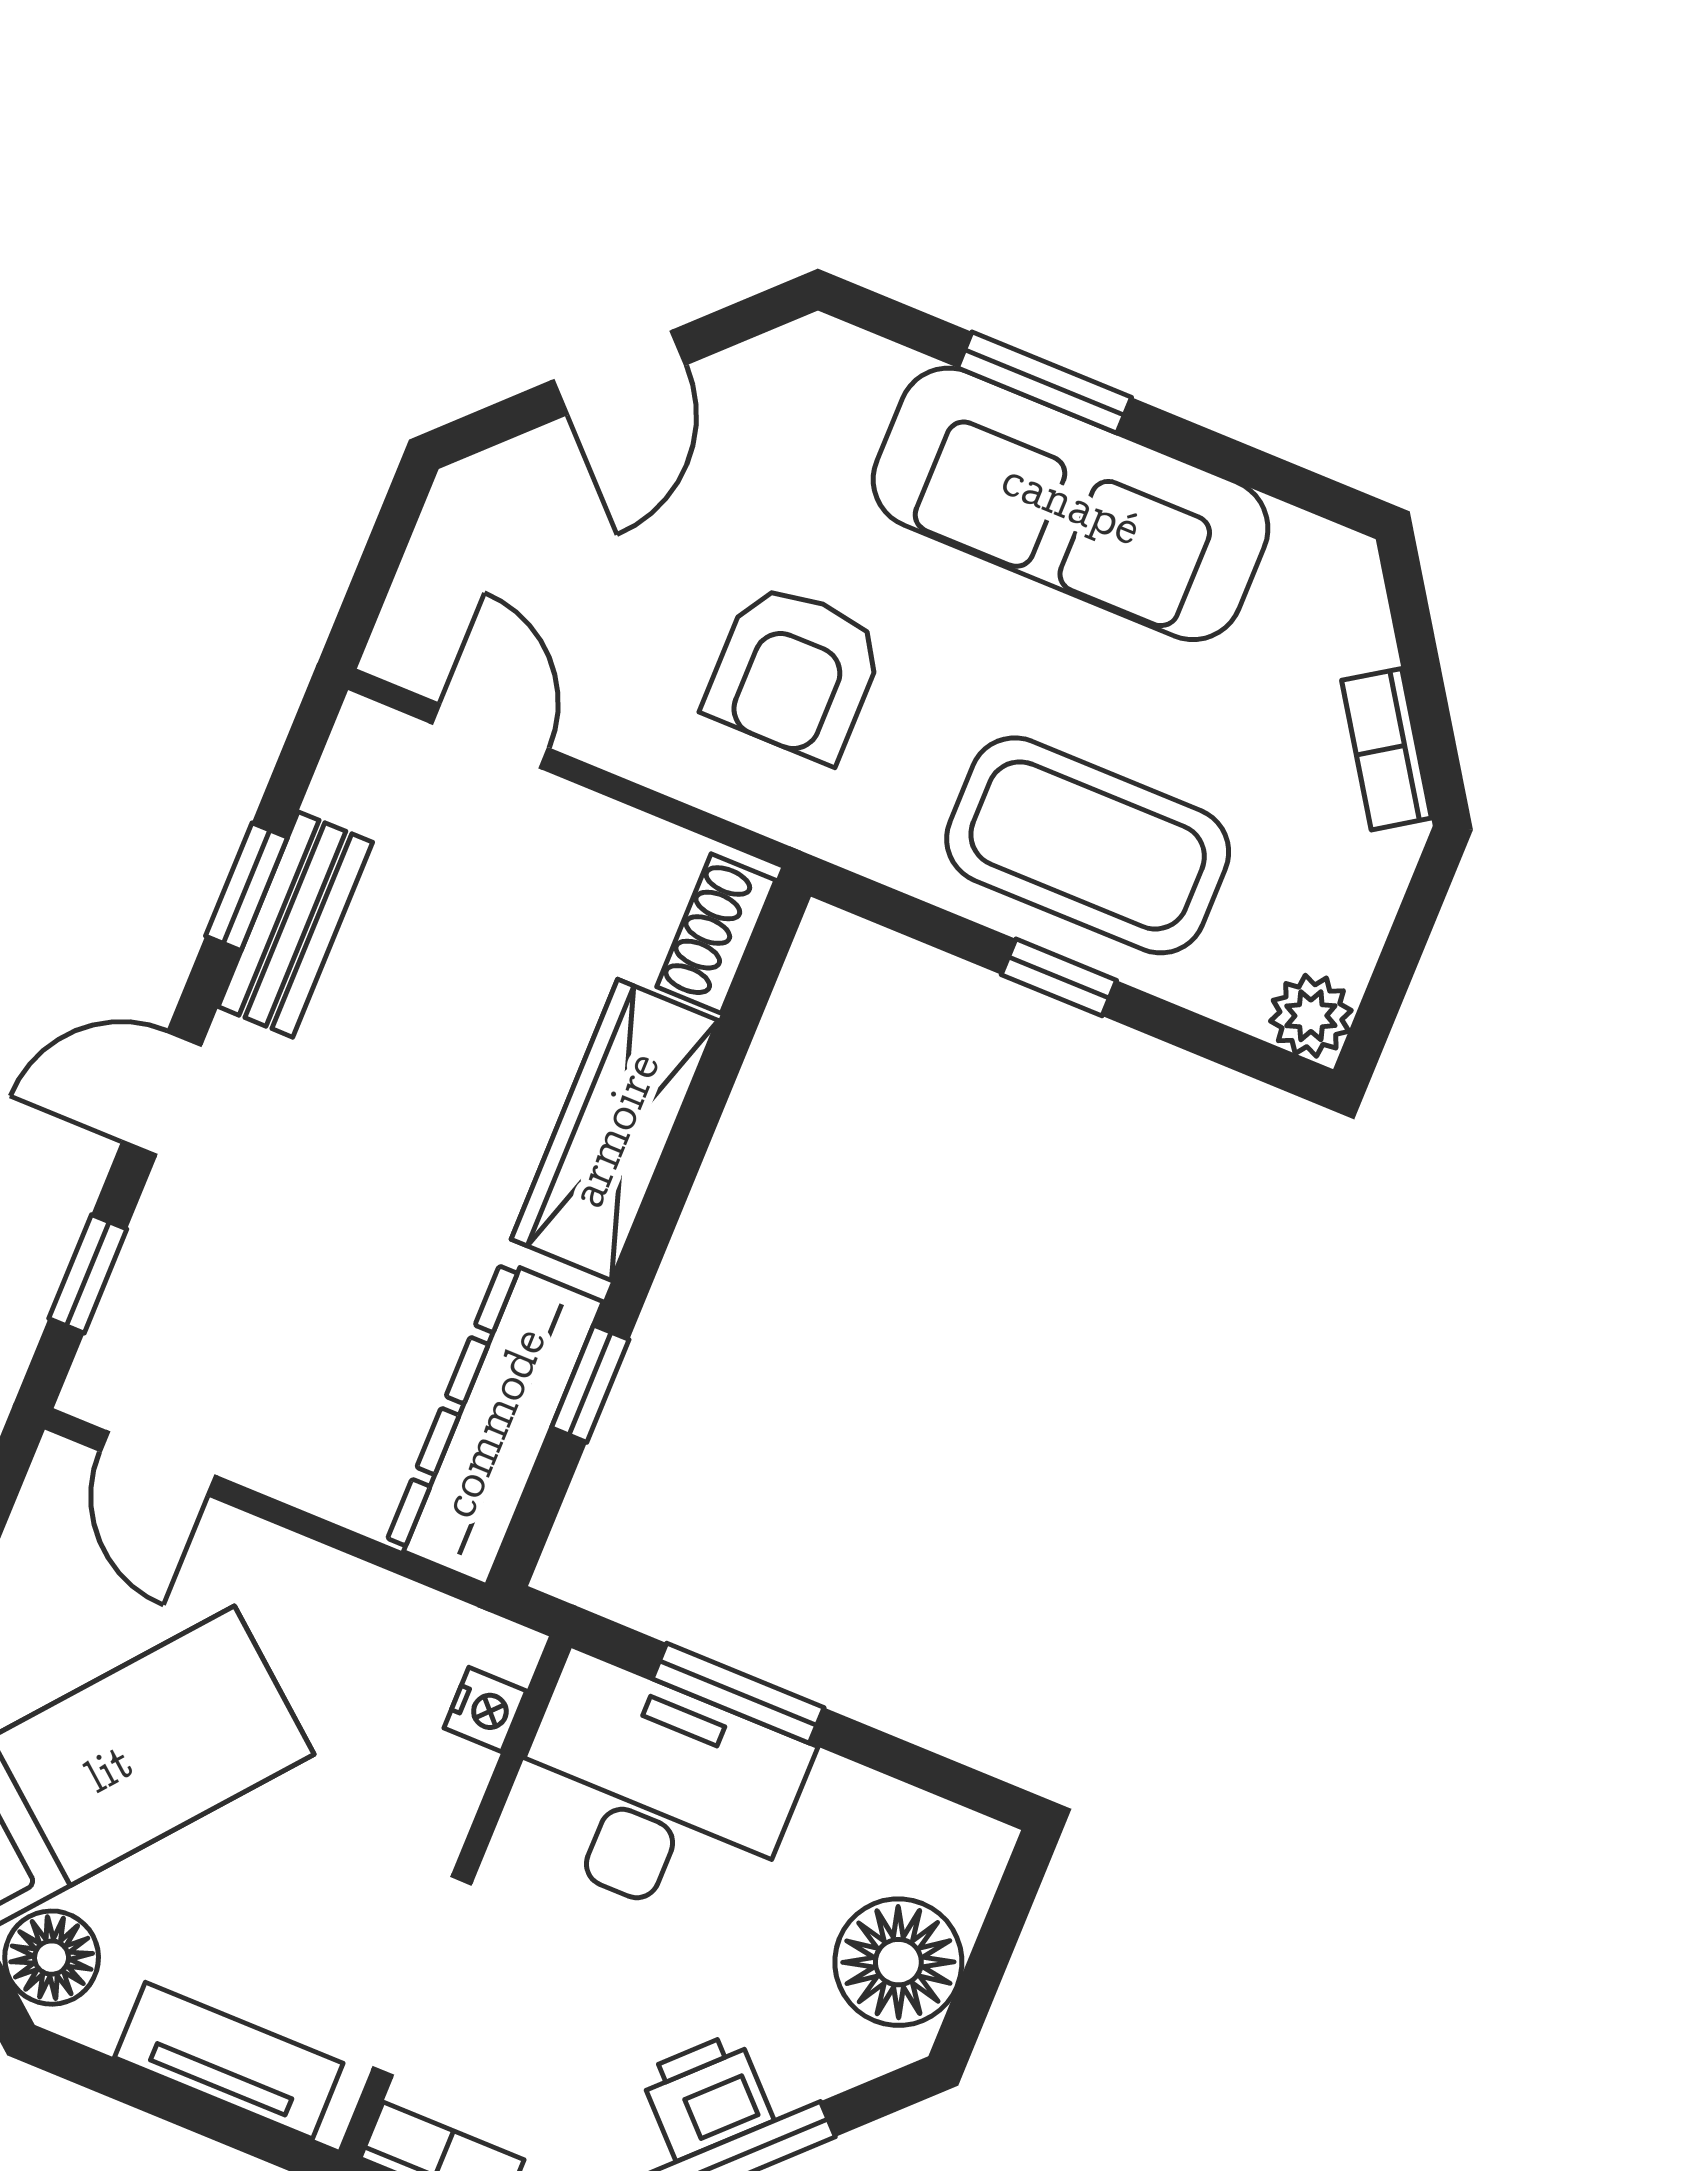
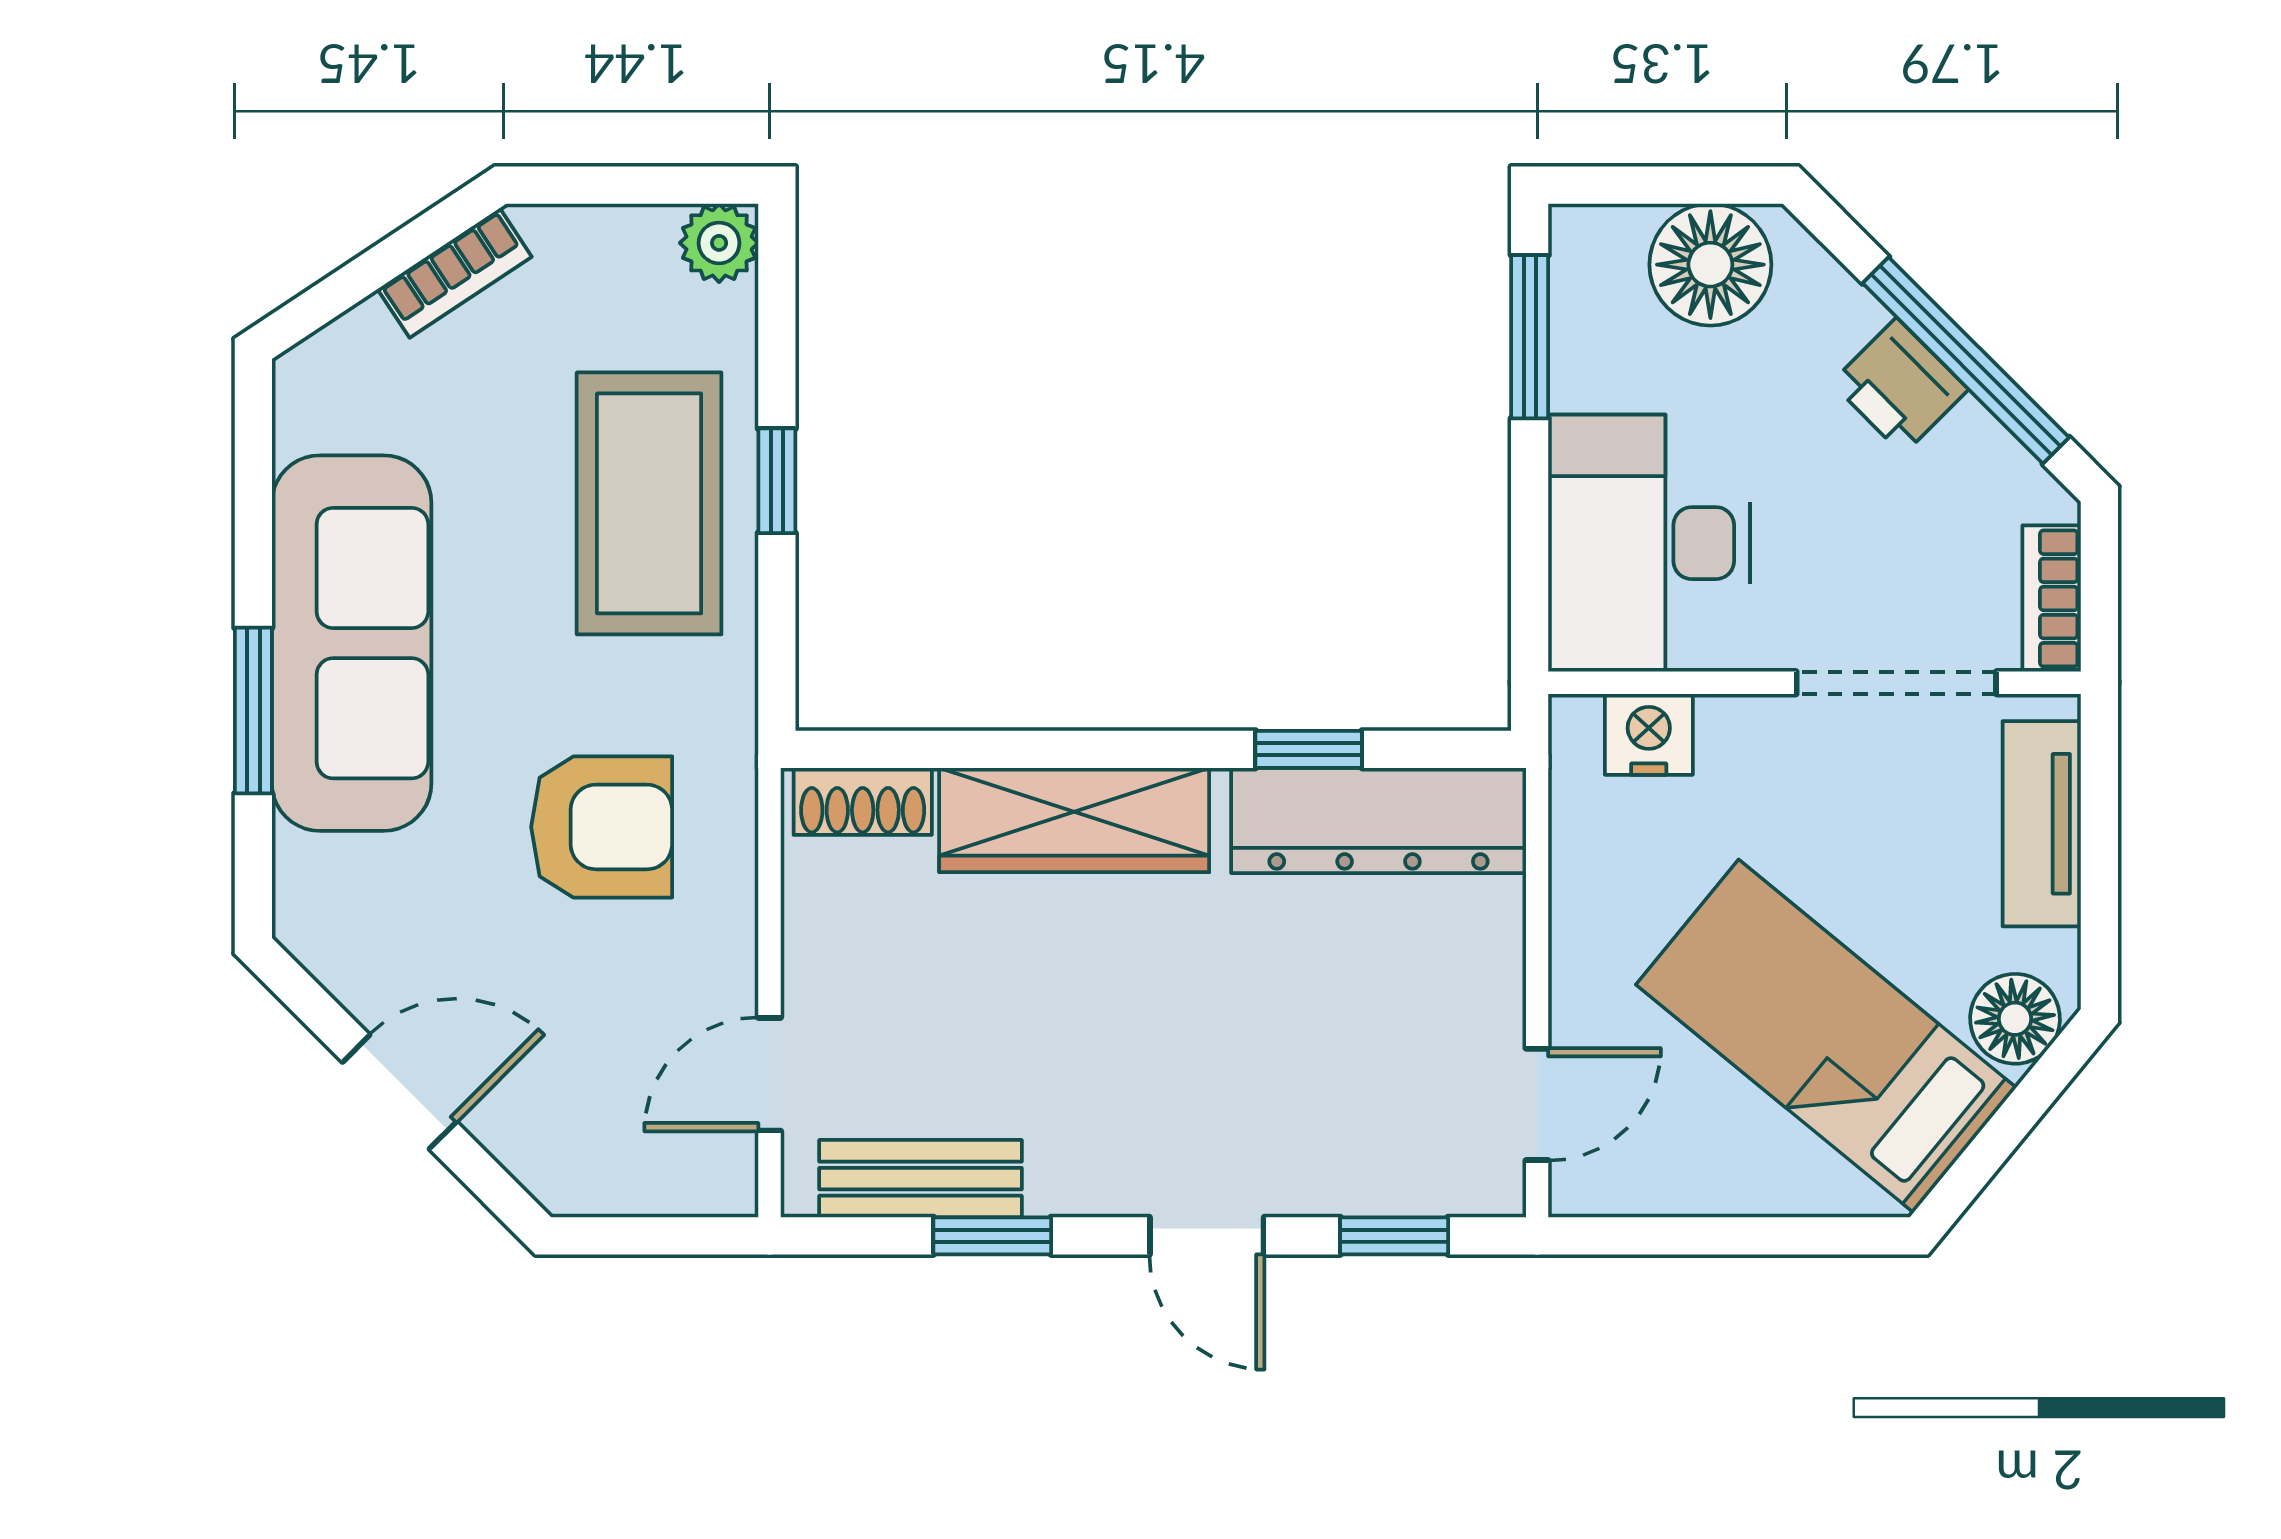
bench: (295, 924) -> (920, 1179), moved
window: (738, 1693) -> (1530, 337), moved
nightstand: (485, 1709) -> (1649, 734), width x1.39, depth x1.35

